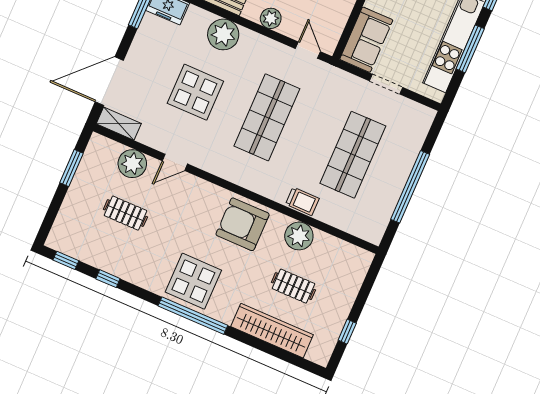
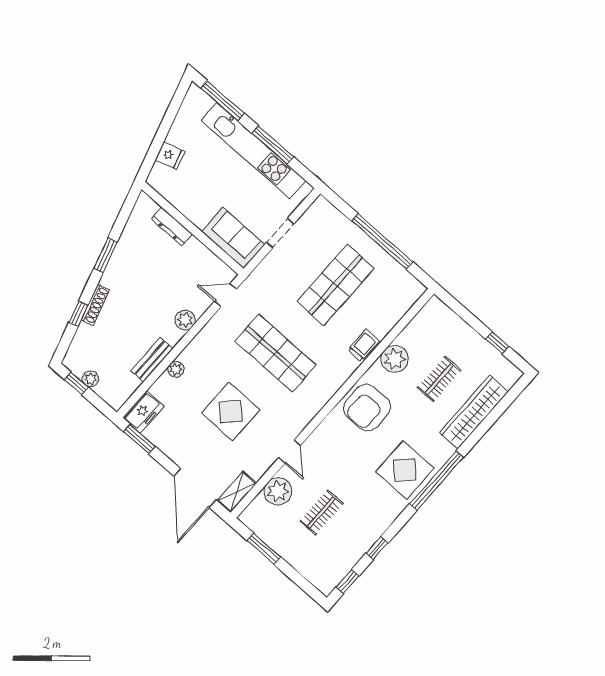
plant: (223, 34) -> (176, 369), width x0.53, depth x0.53
shop shelf: (353, 155) -> (336, 285), turned 90

